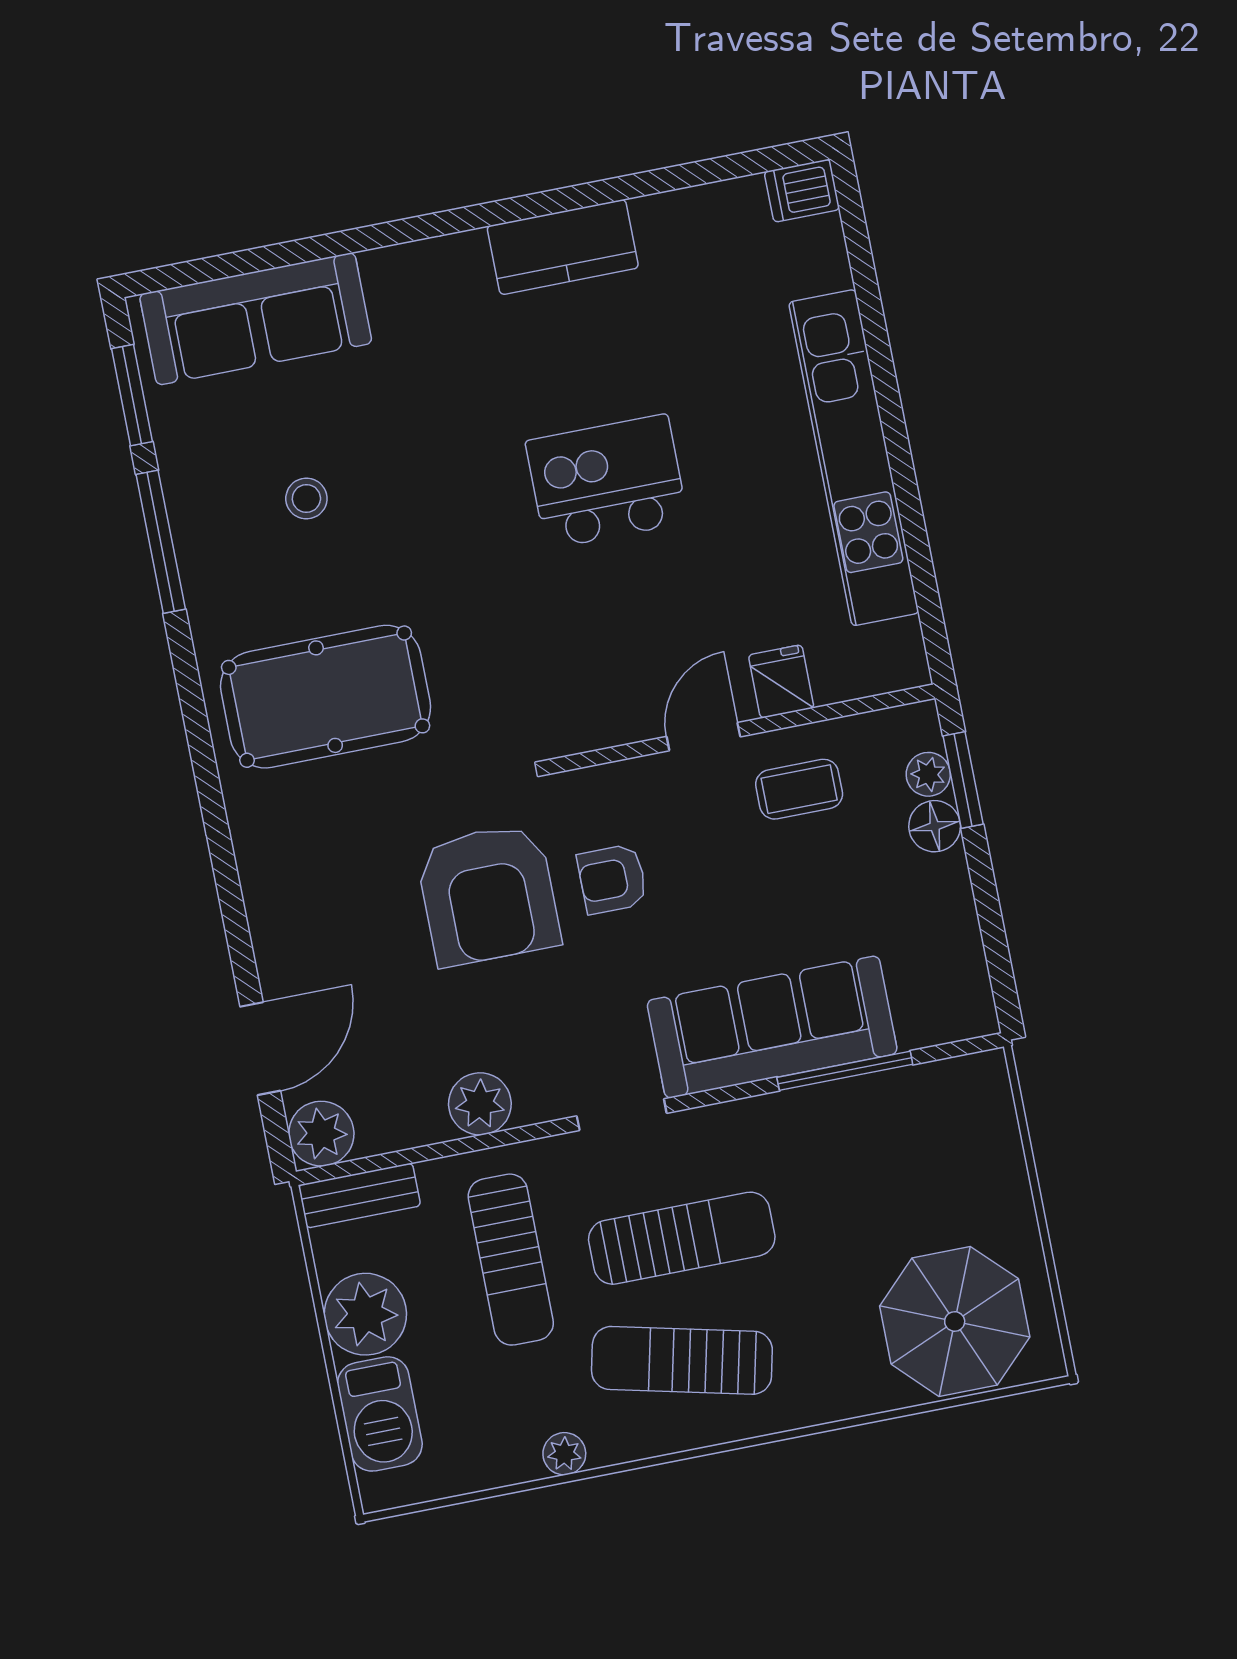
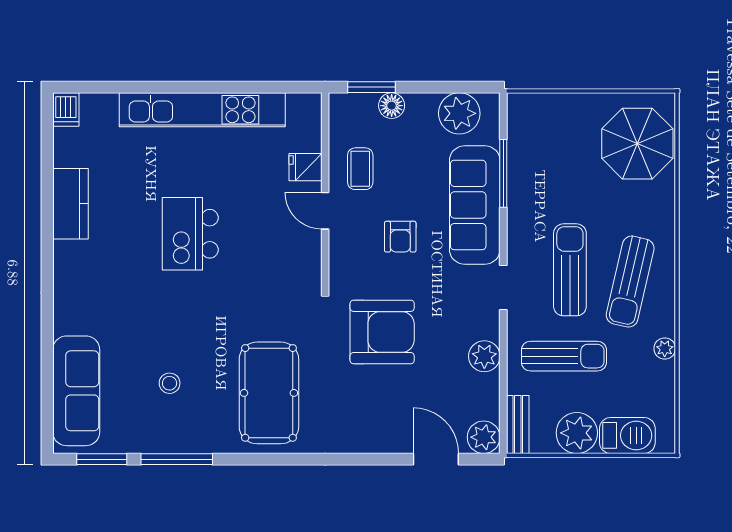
kitchen counter: (563, 247) -> (70, 204), moved
plant: (928, 774) -> (459, 113), moved, width x1.87, depth x1.87
armchair: (612, 879) -> (400, 237), moved

